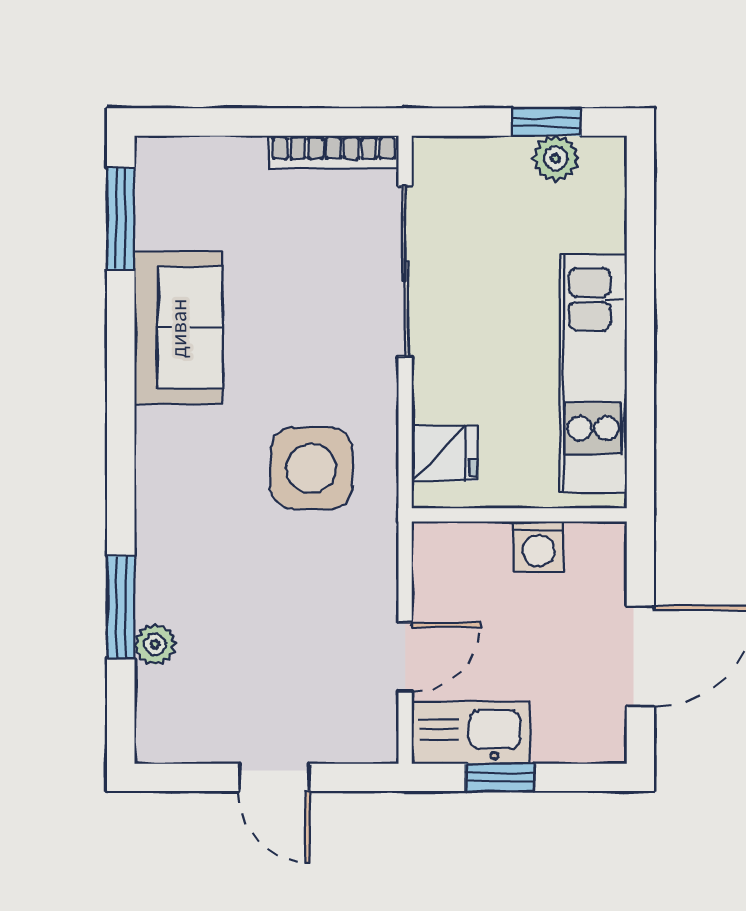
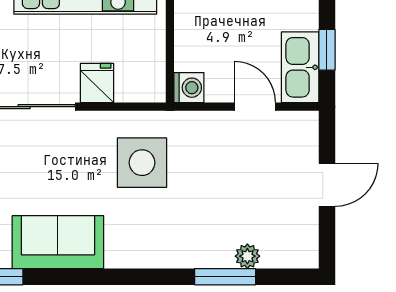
fridge: (444, 453) -> (97, 83), moved
washing machine: (538, 547) -> (189, 88), moved

